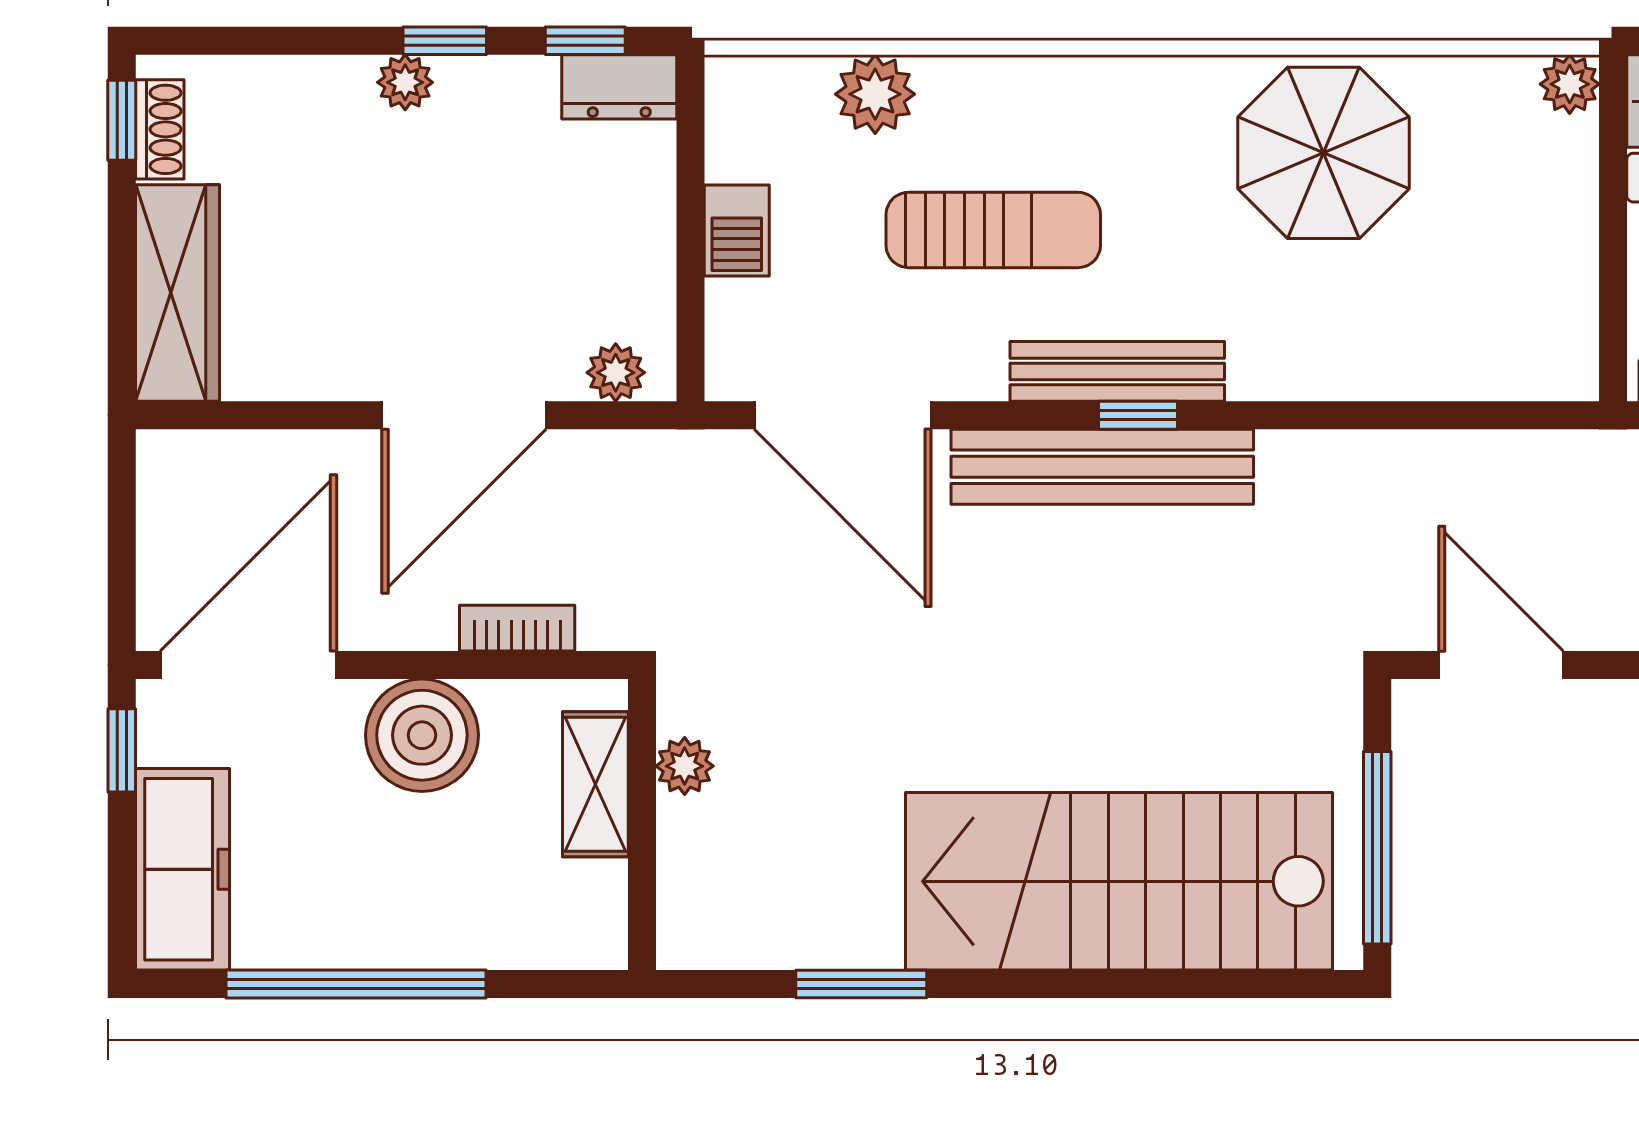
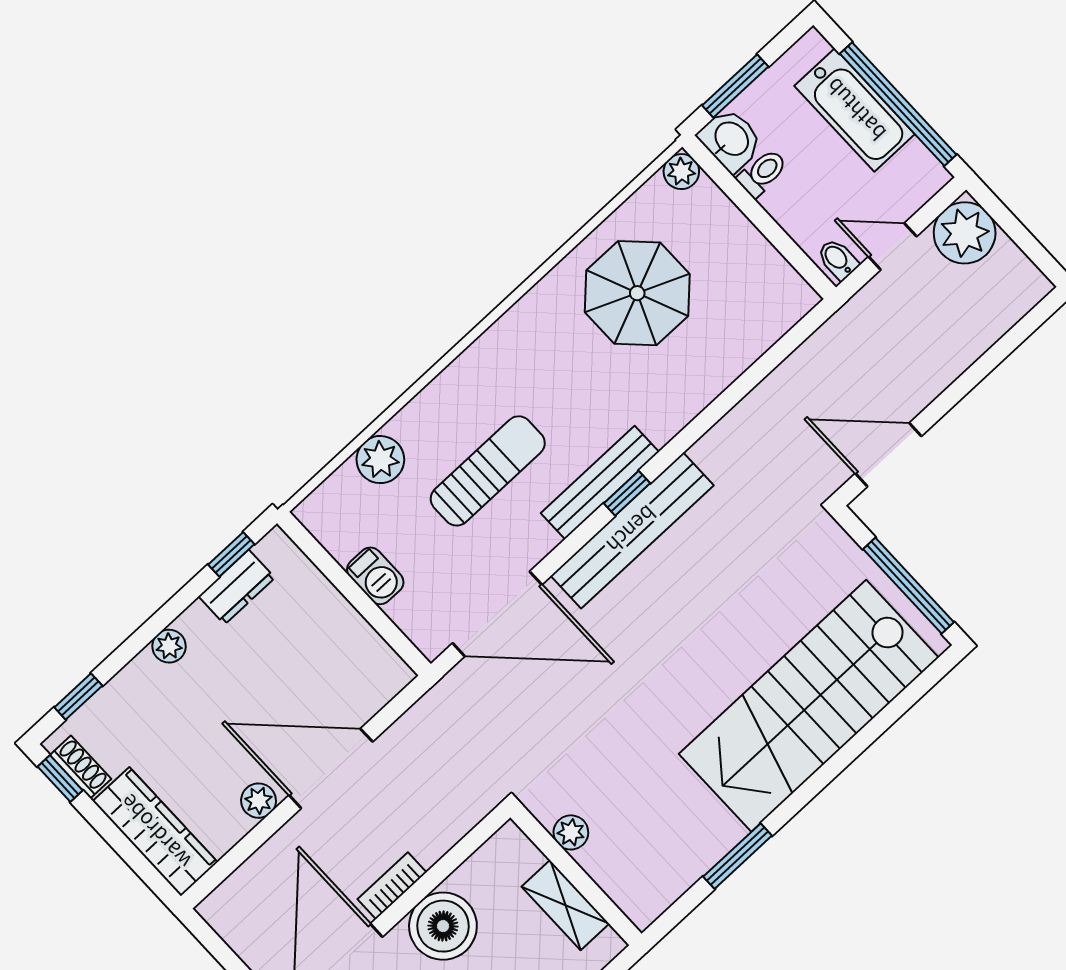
window: (445, 41) -> (78, 696), moved
dresser: (619, 87) -> (237, 587), moved
parasol: (1324, 153) -> (637, 293), moved
plant: (616, 373) -> (259, 801), moved
door: (464, 415) -> (331, 768), swing flipped
bookcase: (517, 628) -> (392, 886), moved
shelving: (595, 784) -> (565, 905), moved

